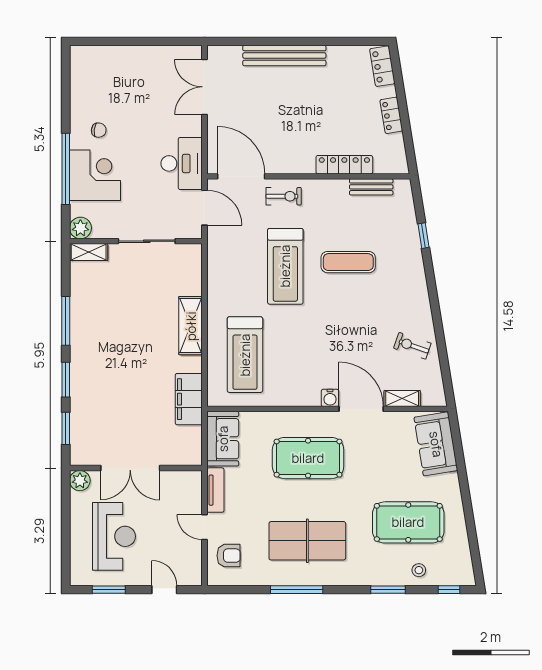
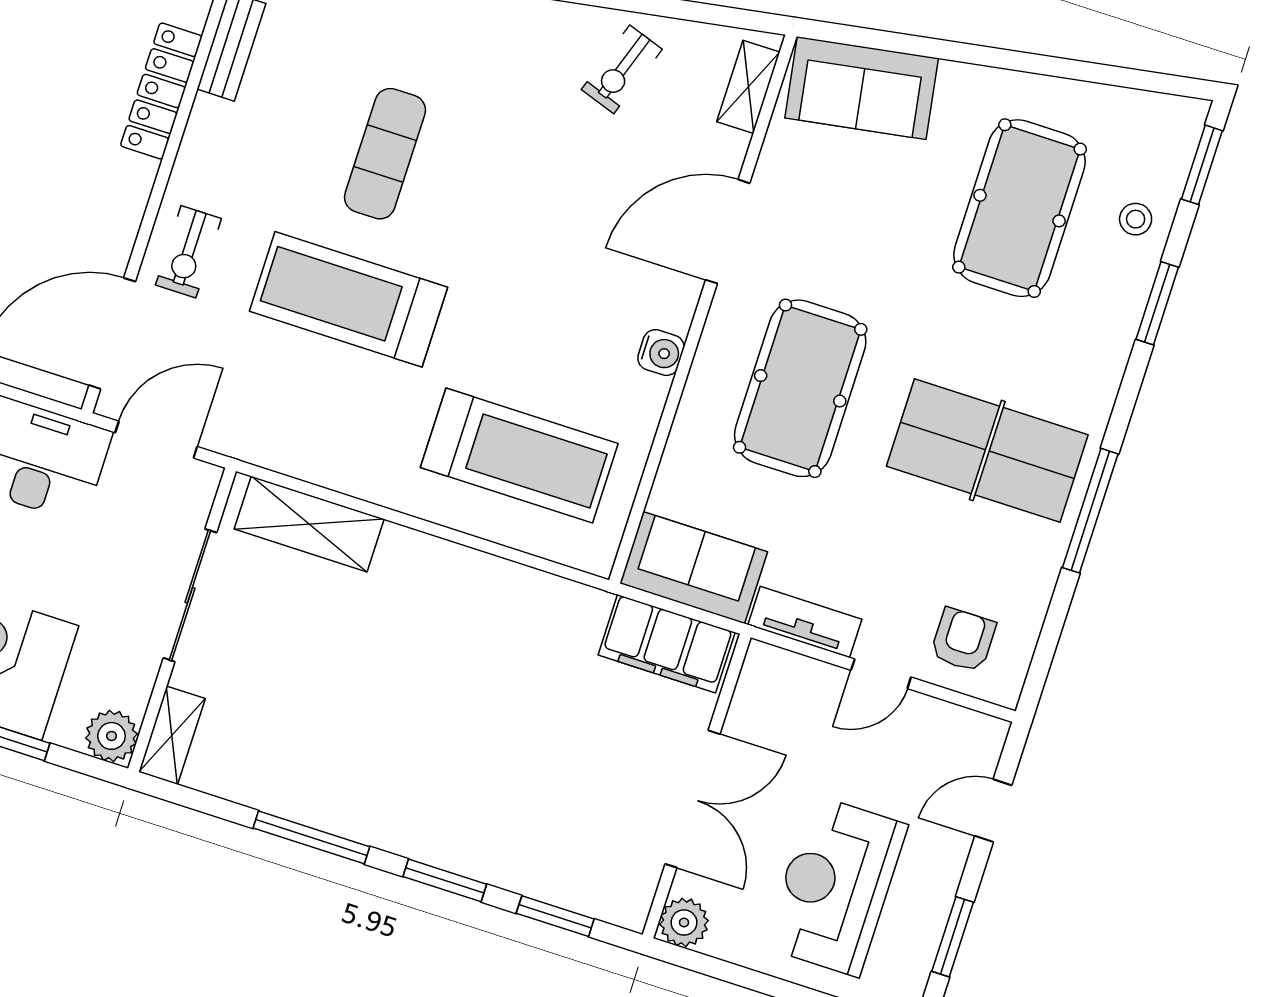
exercise bike: (284, 196) -> (188, 252), turned 180
treadmill: (285, 266) -> (349, 299), turned 180
shelving: (191, 326) -> (309, 524), moved
water cooler: (330, 398) -> (661, 353), moved
filing cabinet: (189, 399) -> (667, 644), moved
shelving: (402, 399) -> (748, 87), moved
reception desk: (114, 536) -> (836, 886), turned -90
table tennis table: (307, 541) -> (987, 451), turned 90
window: (449, 590) -> (1202, 165), width x1.50

